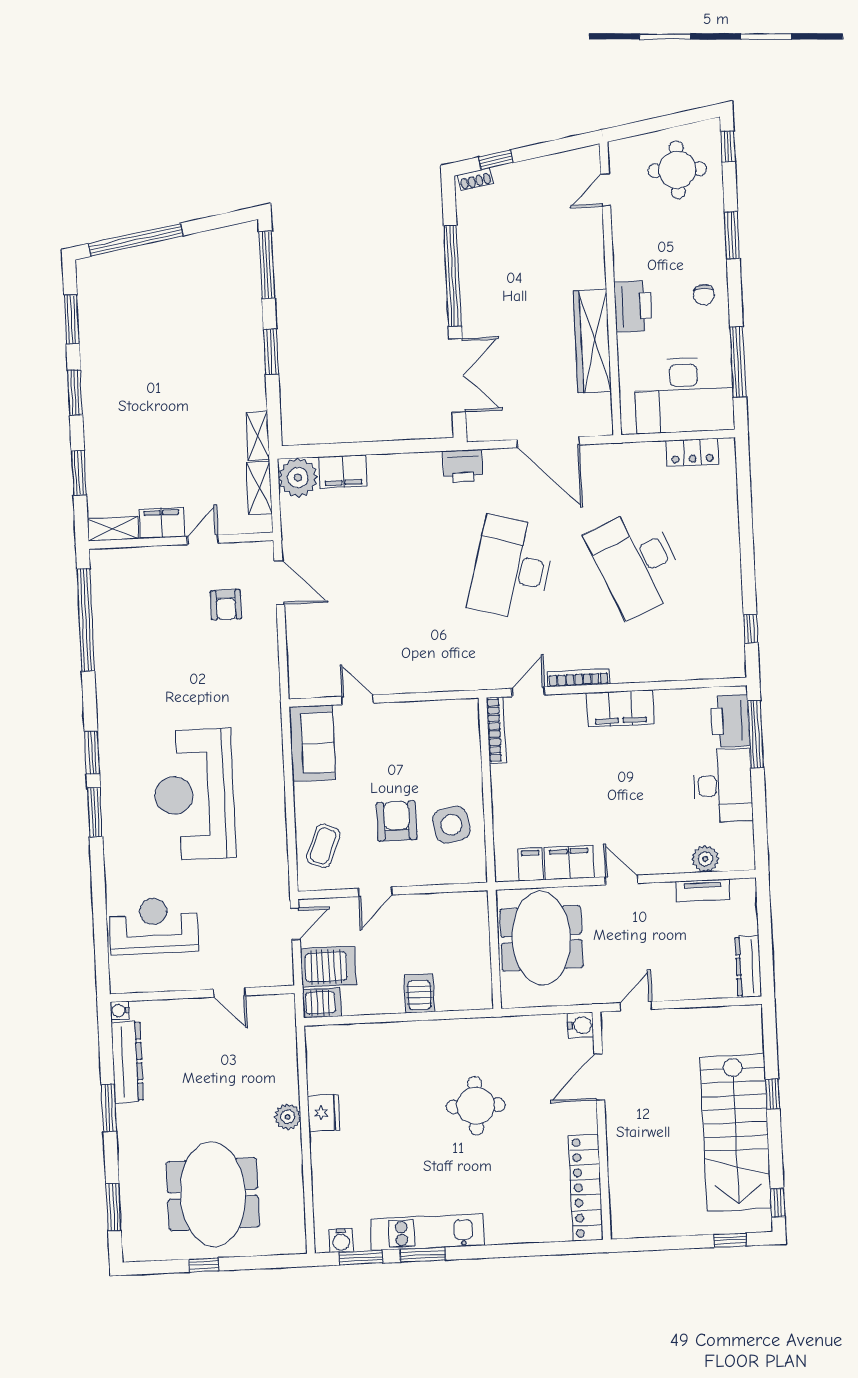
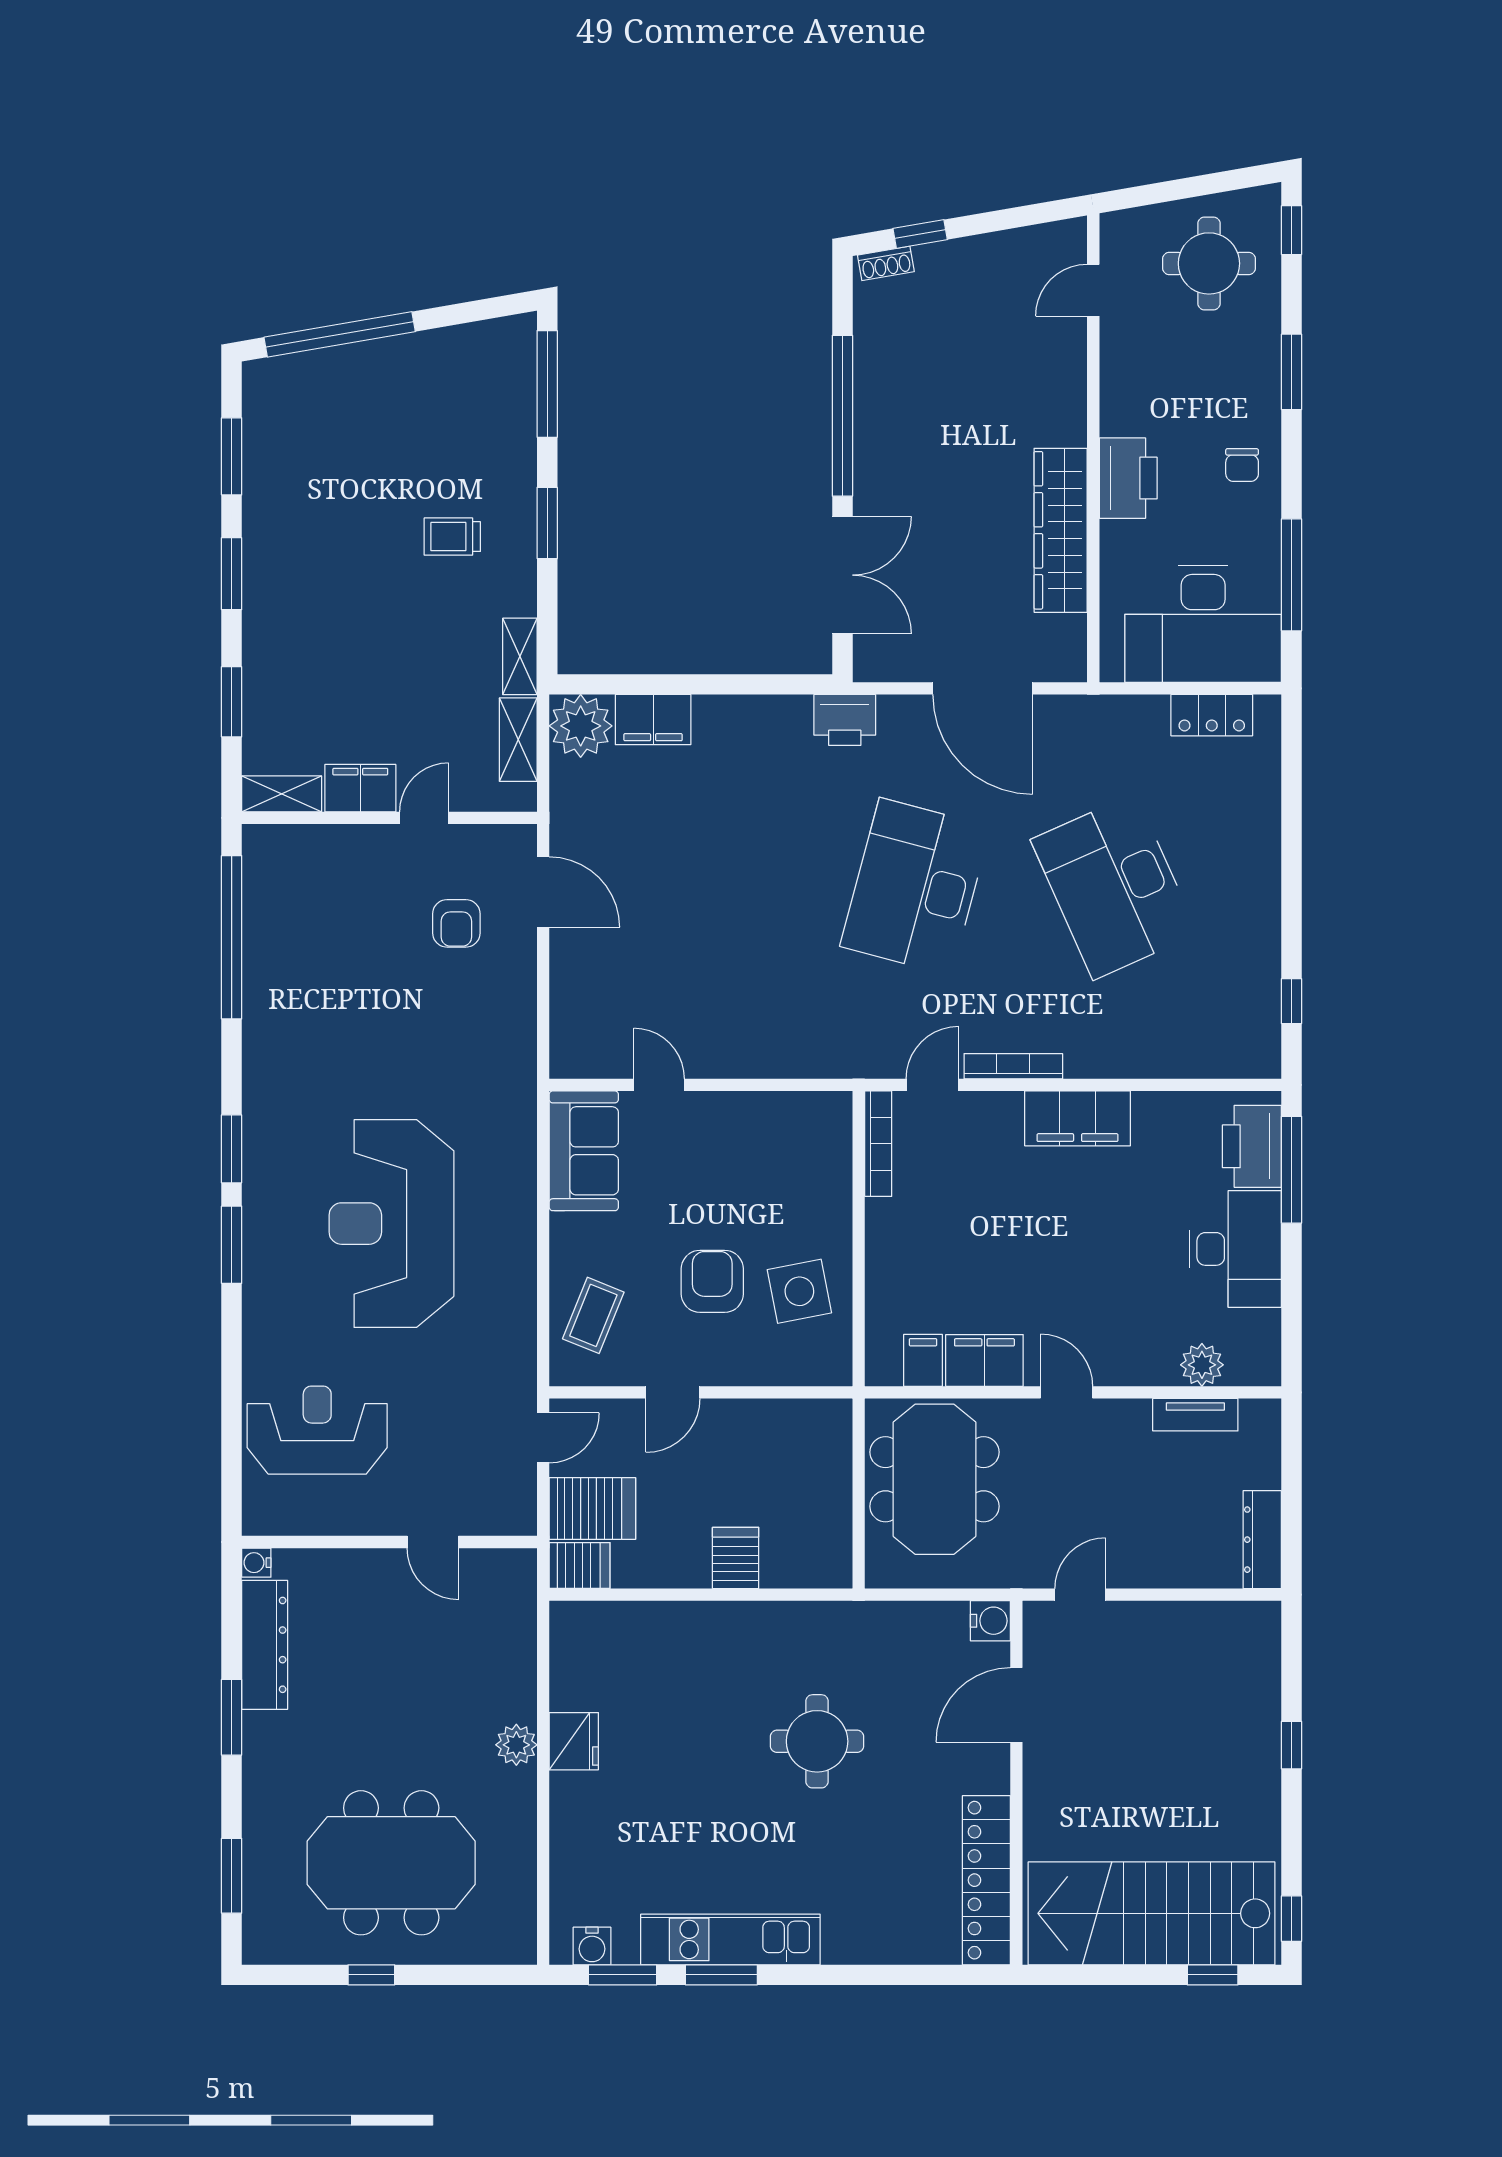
trolley: (212, 363) -> (452, 537), added
stairs: (736, 1132) -> (1151, 1913), moved, turned 90
meeting table: (213, 1194) -> (391, 1863), turned 90

